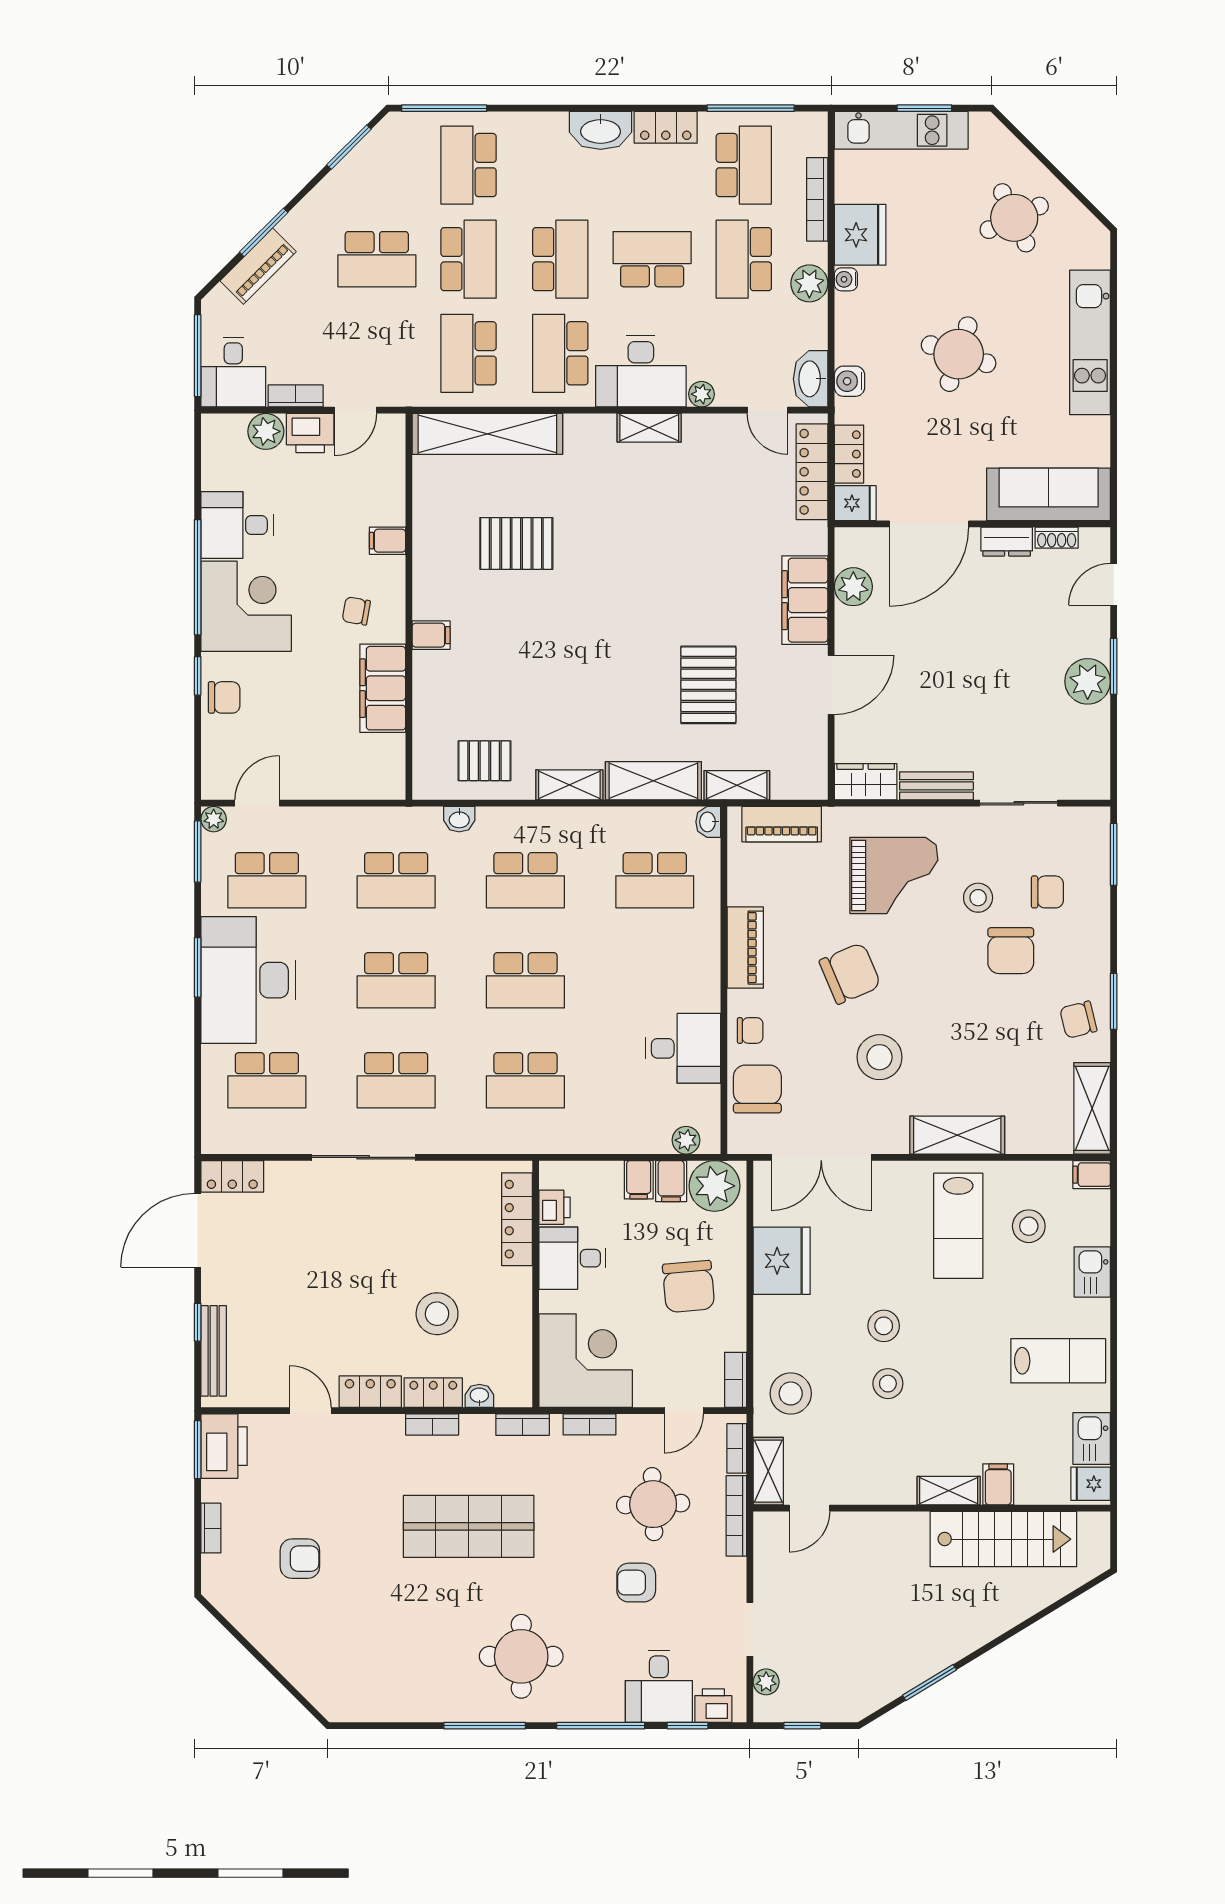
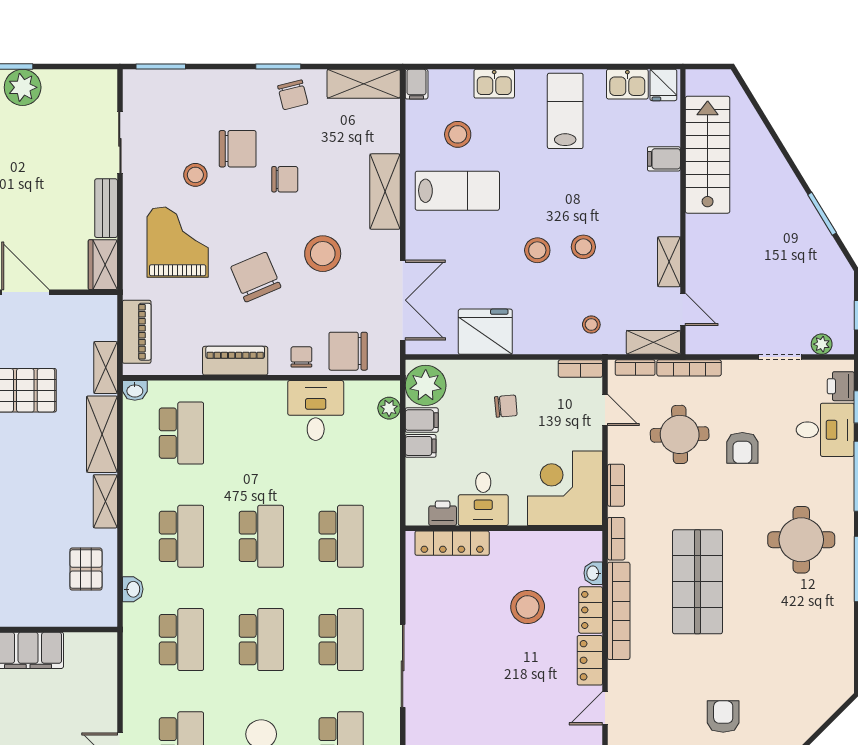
chair: (1047, 892) -> (285, 179), moved, turned 90
chair: (689, 1286) -> (506, 406), width x0.54, depth x0.54
stool: (791, 1393) -> (591, 325), width x0.53, depth x0.53
bookcase: (432, 1424) -> (619, 611), width x2.31, depth x1.31
shelving: (949, 1491) -> (669, 262), moved

